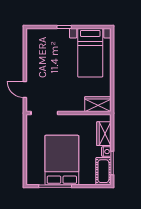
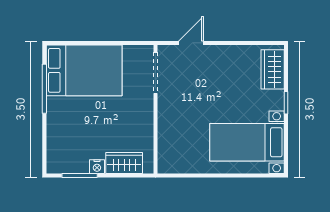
wardrobe: (98, 104) -> (273, 69), moved, turned 180
bed: (62, 160) -> (84, 70), moved
cot: (103, 171) -> (67, 162), removed

